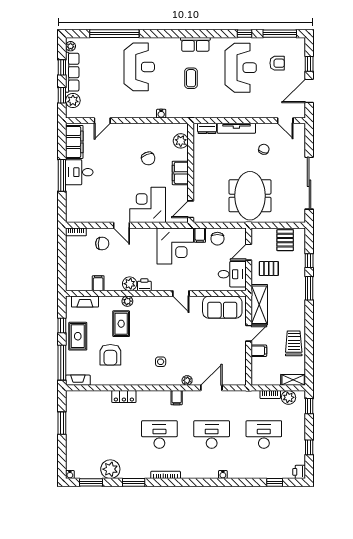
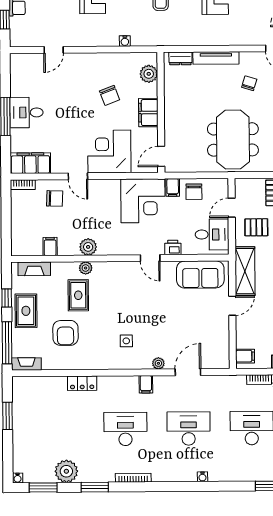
plant: (73, 101) -> (18, 26), removed
filing cabinet: (74, 142) -> (30, 163), moved, turned -90
printer: (144, 285) -> (173, 248), moved
filing cabinet: (259, 351) -> (245, 356), moved

